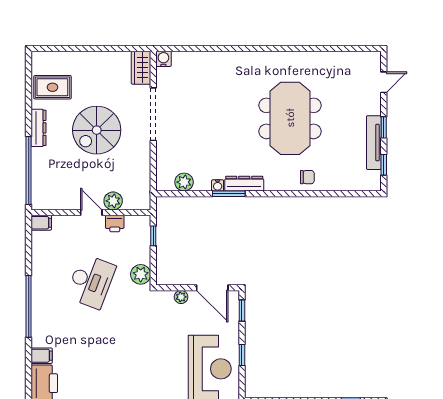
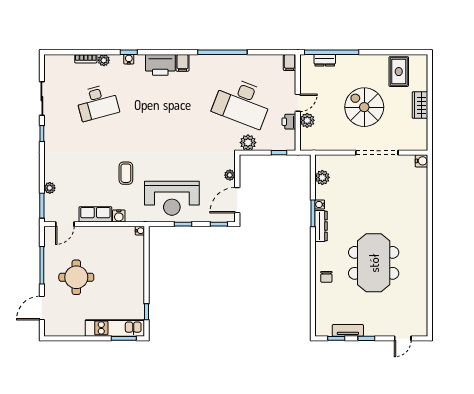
wardrobe: (141, 68) -> (420, 105), moved, turned -90
door: (384, 82) -> (403, 338), hinge flipped
meeting table: (290, 118) -> (374, 263), turned 90
dresser: (38, 128) -> (325, 60), moved, width x0.70
tv unit: (374, 143) -> (348, 330), width x0.71
desk: (91, 281) -> (242, 102), width x1.36, depth x1.30

